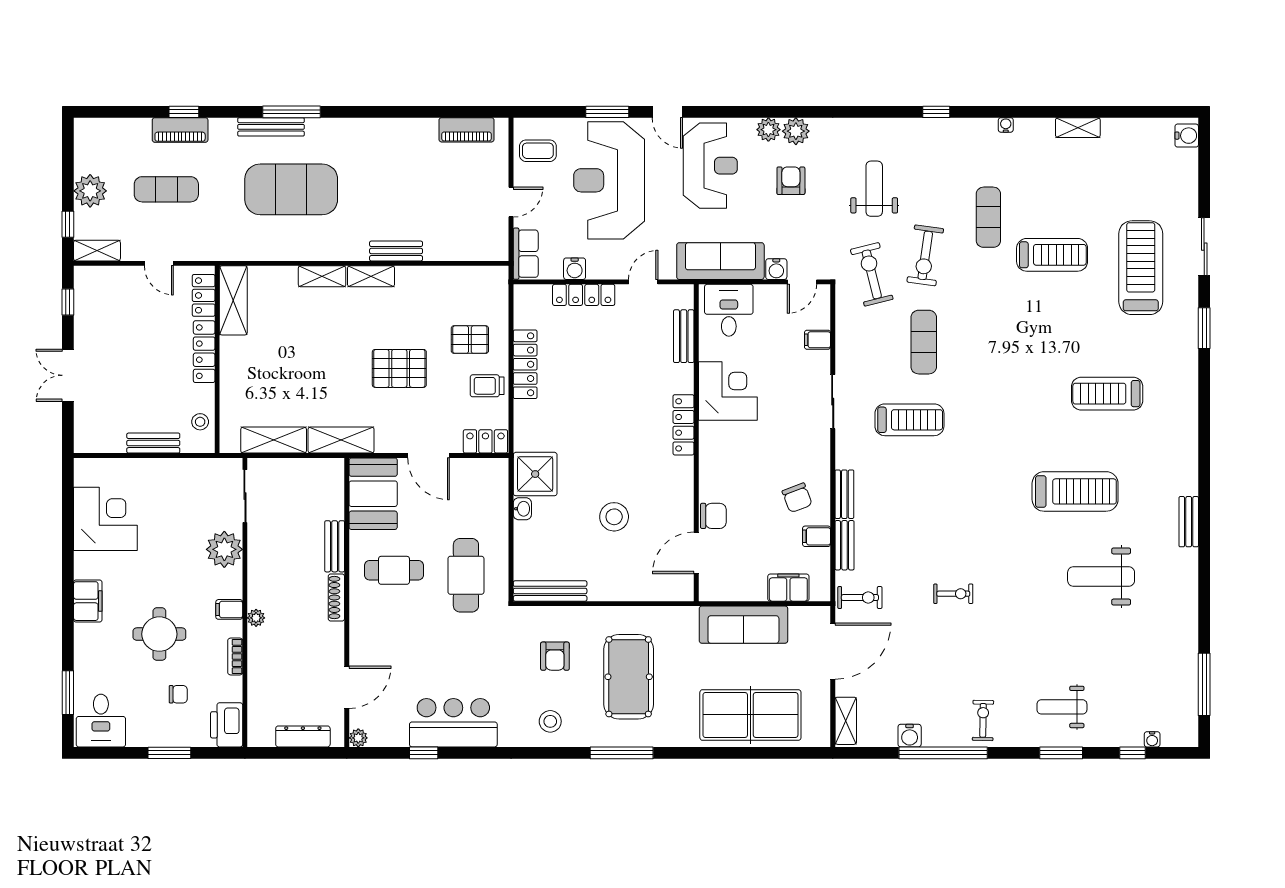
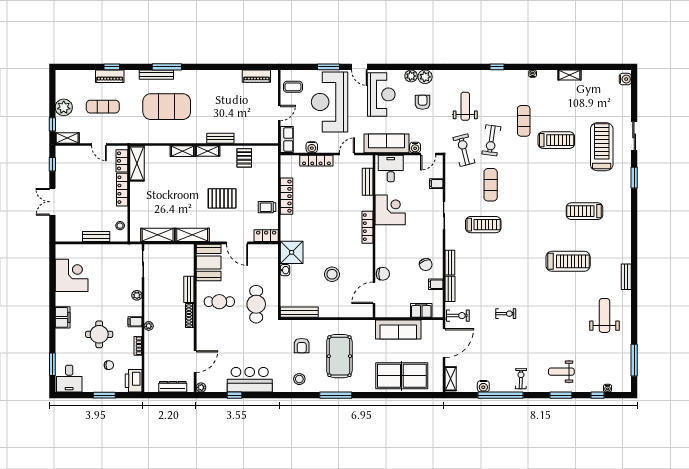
pallet: (470, 340) -> (244, 158), moved, turned 90
plant: (224, 549) -> (137, 295), width x0.53, depth x0.53
weight bench: (1101, 576) -> (604, 315), moved, turned 90

